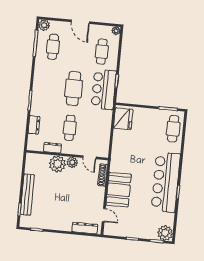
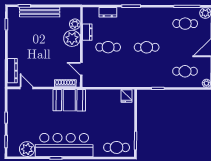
cafe table: (74, 88) -> (147, 47), width x0.73, depth x0.74
bar counter: (104, 89) -> (148, 77), removed
fridge: (123, 119) -> (127, 96), width x0.53, depth x0.75
door: (89, 157) -> (81, 69), hinge flipped
plant: (72, 162) -> (75, 24), moved
booth: (119, 190) -> (69, 100), moved
door: (104, 215) -> (27, 88), swing flipped
plant: (165, 233) -> (27, 149), moved

